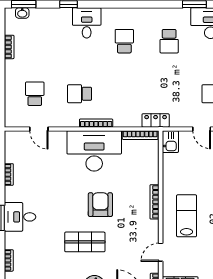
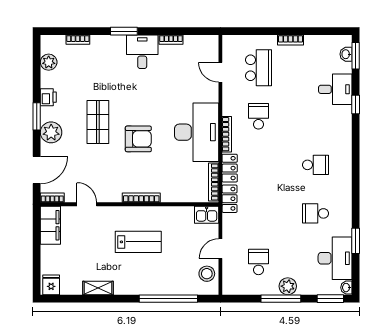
desk: (87, 23) -> (335, 89), moved
bookcase: (9, 47) -> (291, 40), moved
school desk: (35, 94) -> (258, 68), width x1.85
locker: (127, 120) -> (230, 168), added
door: (39, 129) -> (220, 72), hinge flipped
lab bench: (187, 216) -> (138, 242), moved
desk: (20, 217) -> (142, 52), moved

